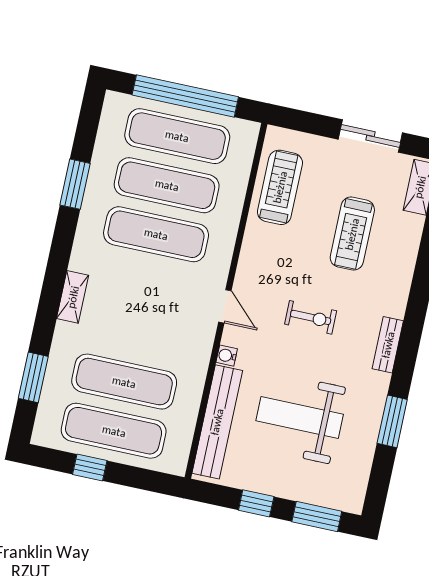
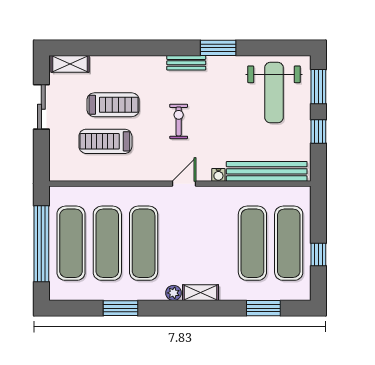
treadmill: (280, 187) -> (105, 141), moved
plant: (80, 260) -> (174, 293), added
weight bench: (300, 418) -> (274, 93), moved
window: (392, 421) -> (218, 48), moved

